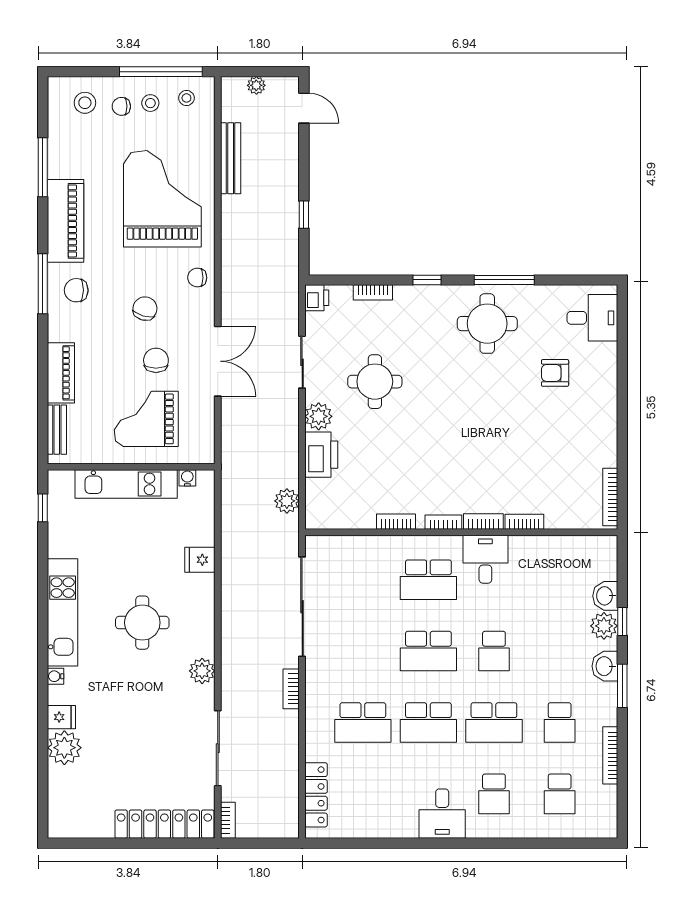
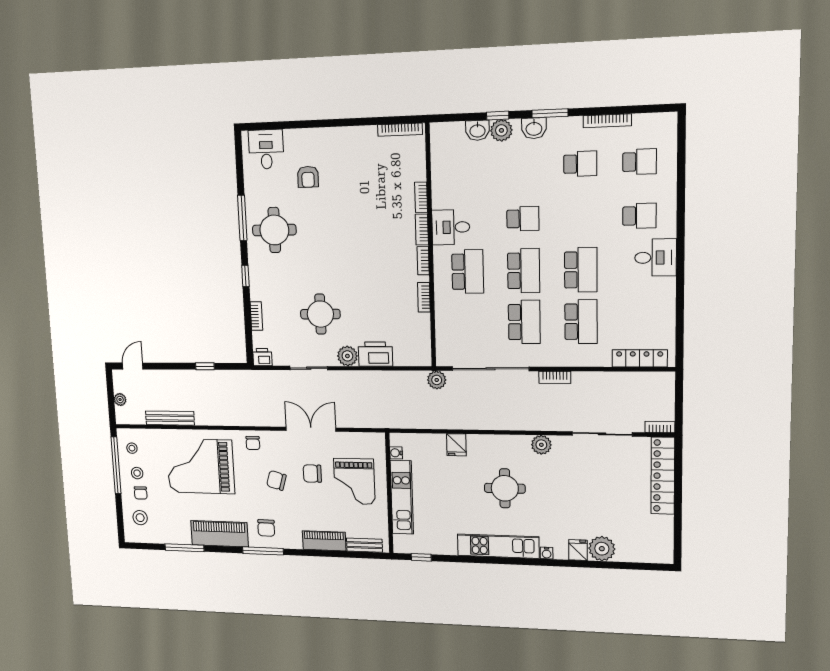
plant: (287, 501) -> (437, 380), moved
school desk: (494, 722) -> (524, 322), moved

